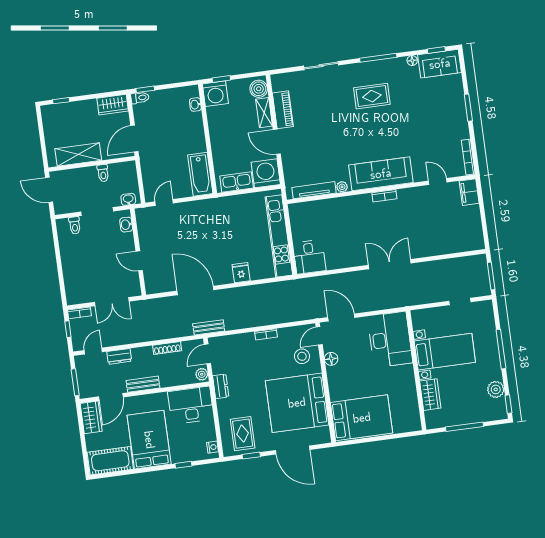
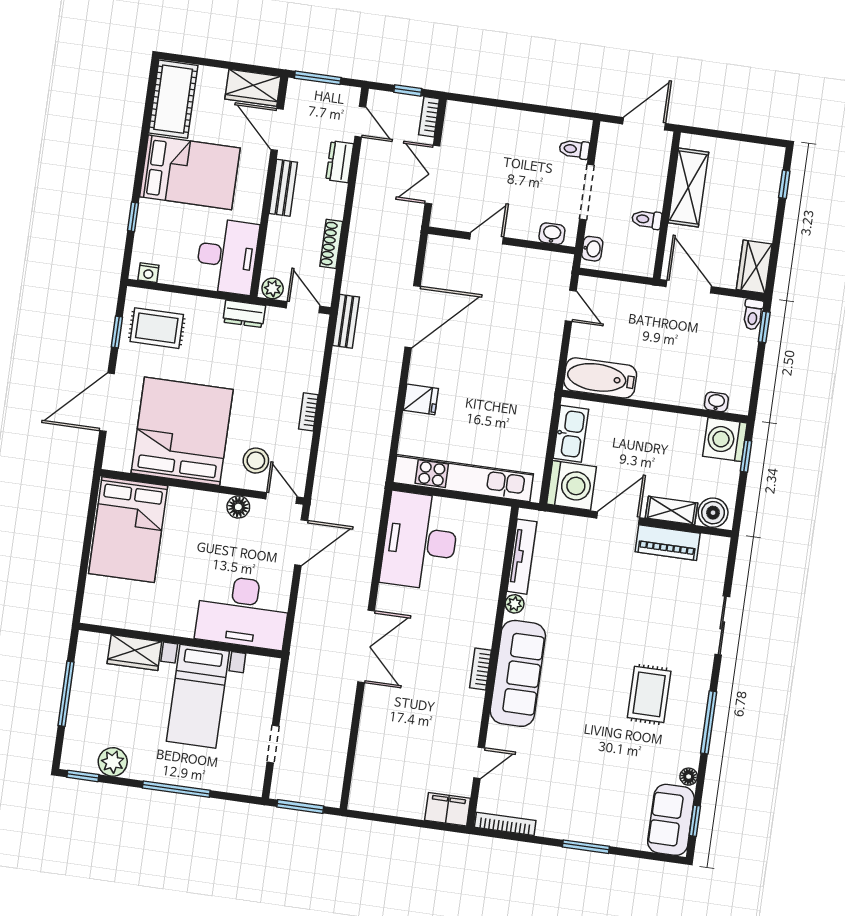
desk: (309, 257) -> (420, 541), width x1.87, depth x1.30

